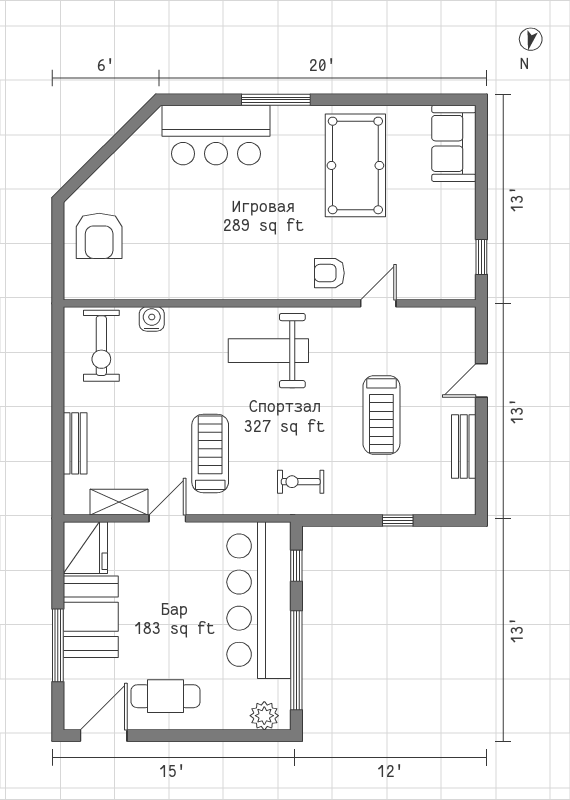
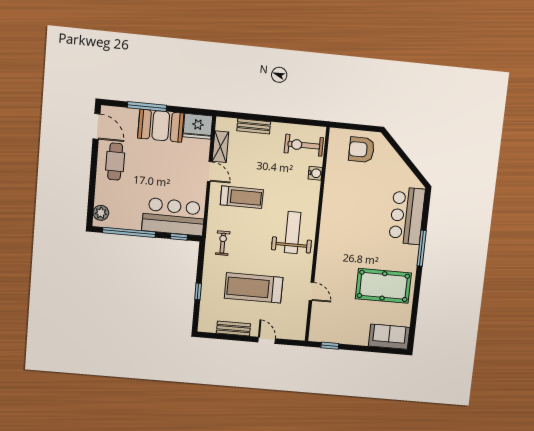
armchair: (329, 273) -> (330, 268), removed
treadmill: (381, 415) -> (254, 288), width x1.37, depth x1.38
bar counter: (259, 600) -> (173, 217), width x0.73

